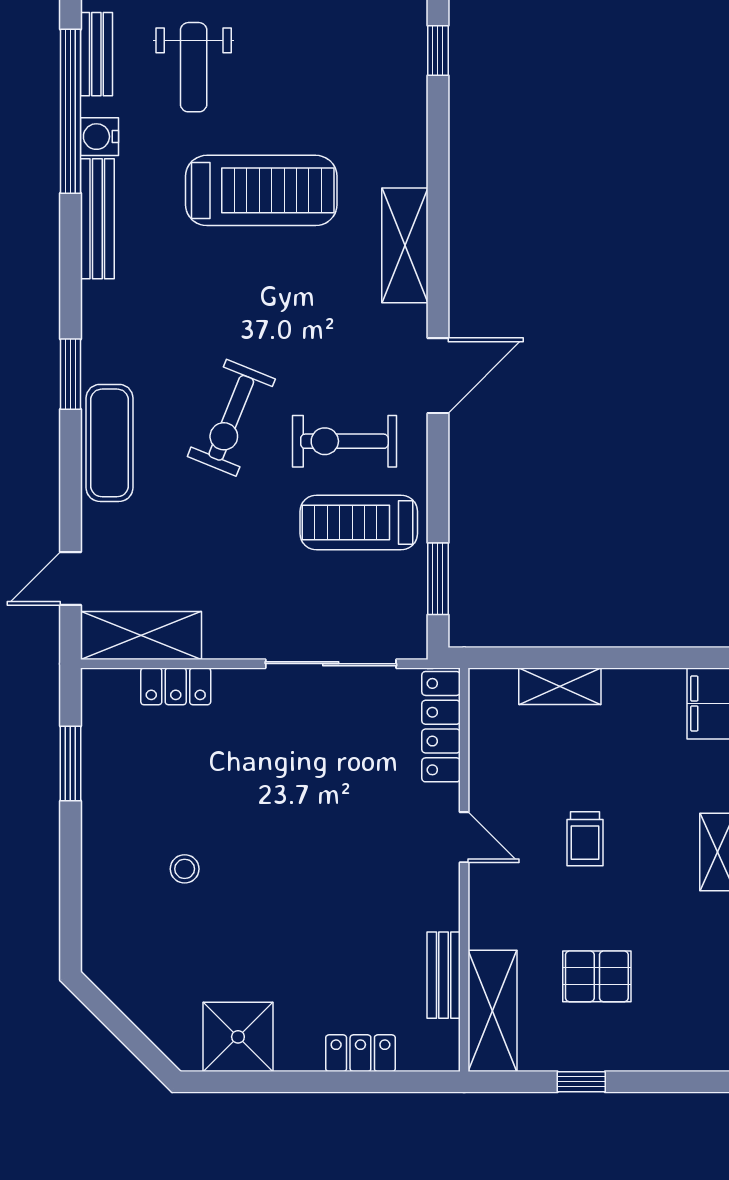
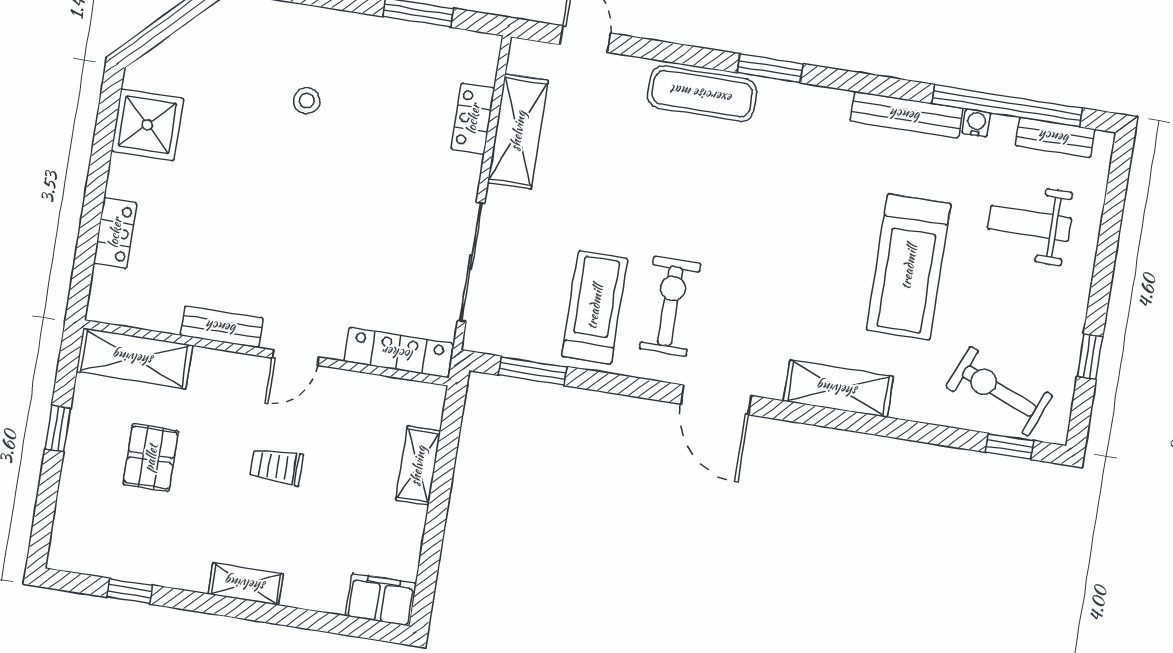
water cooler: (99, 137) -> (976, 123), width x0.72, depth x0.72
exercise bike: (231, 418) -> (999, 391), moved
shelving: (141, 636) -> (518, 131), moved
bench: (444, 975) -> (222, 327), moved

